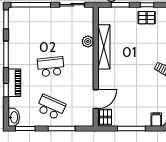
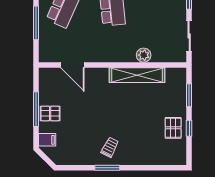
pallet: (105, 117) -> (50, 113), moved

